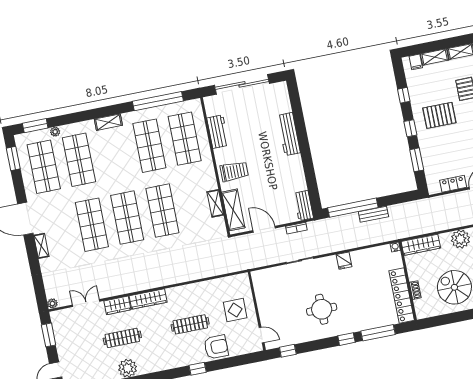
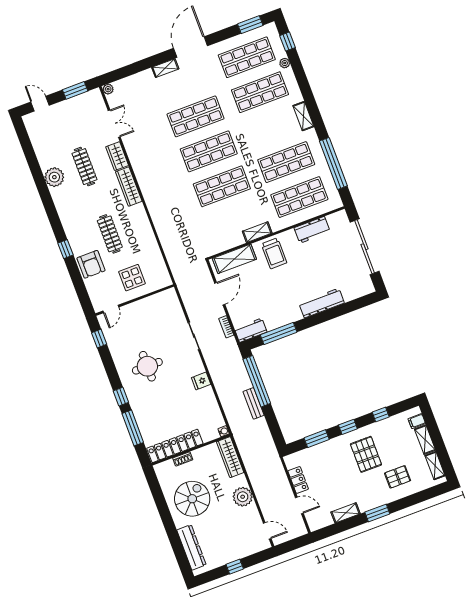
window: (35, 126) -> (288, 42), width x0.67
window: (311, 180) -> (279, 333), added
shelving: (215, 203) -> (257, 232), moved

